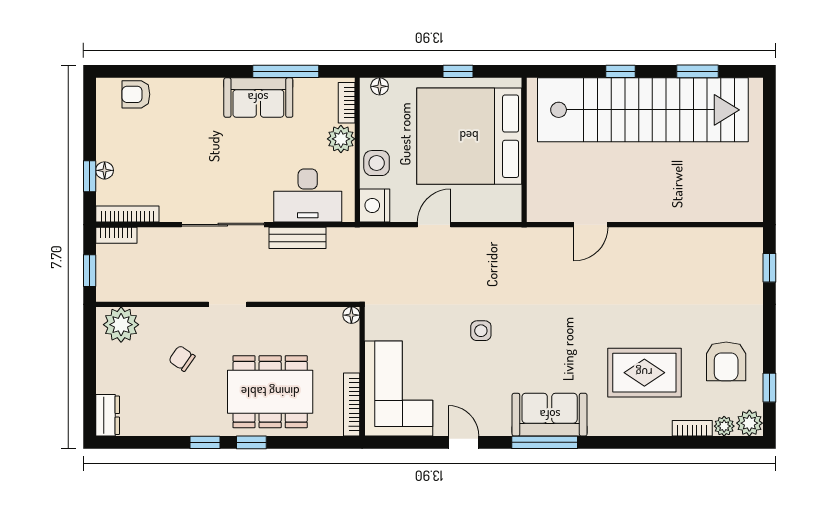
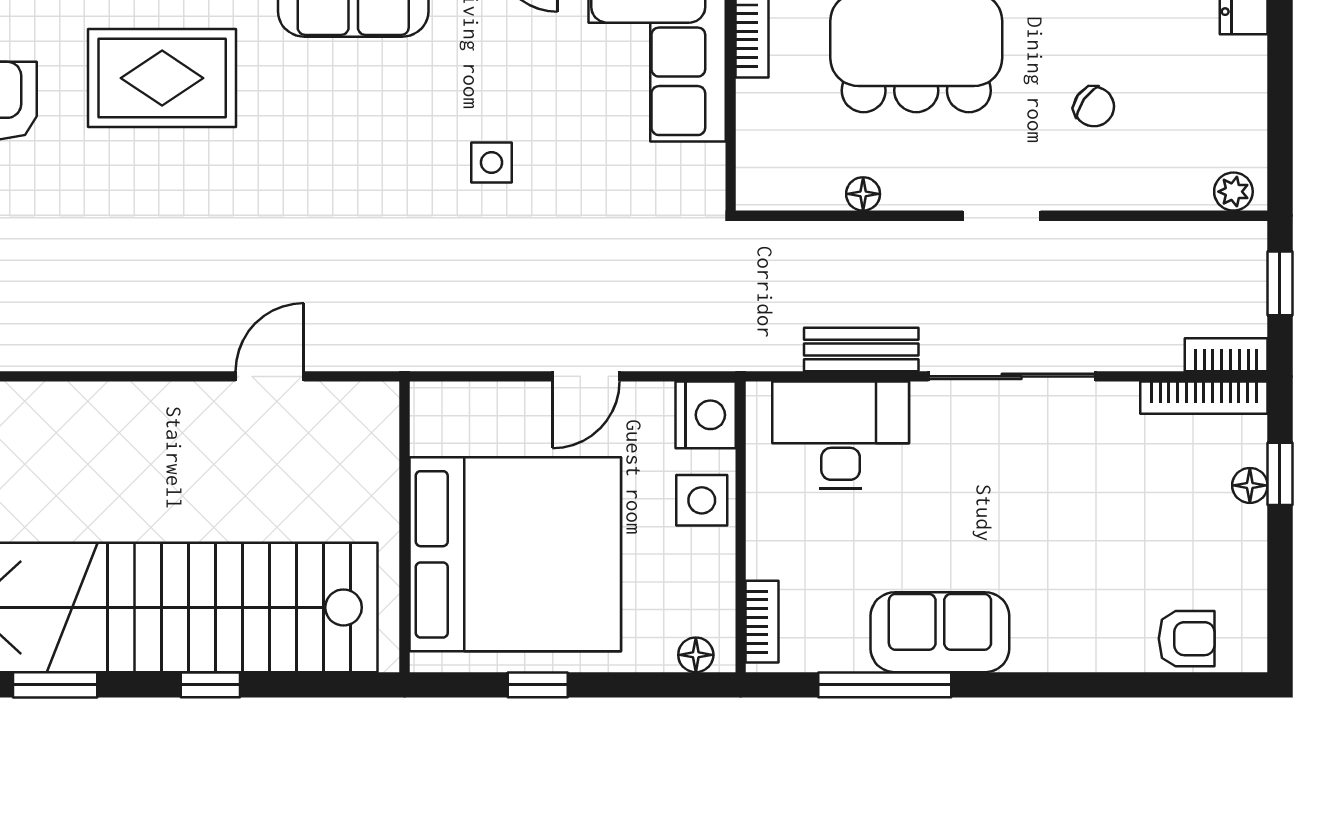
plant: (341, 139) -> (774, 549), removed
floor lamp: (351, 315) -> (863, 194), moved
plant: (121, 325) -> (1233, 192), width x0.53, depth x0.53

